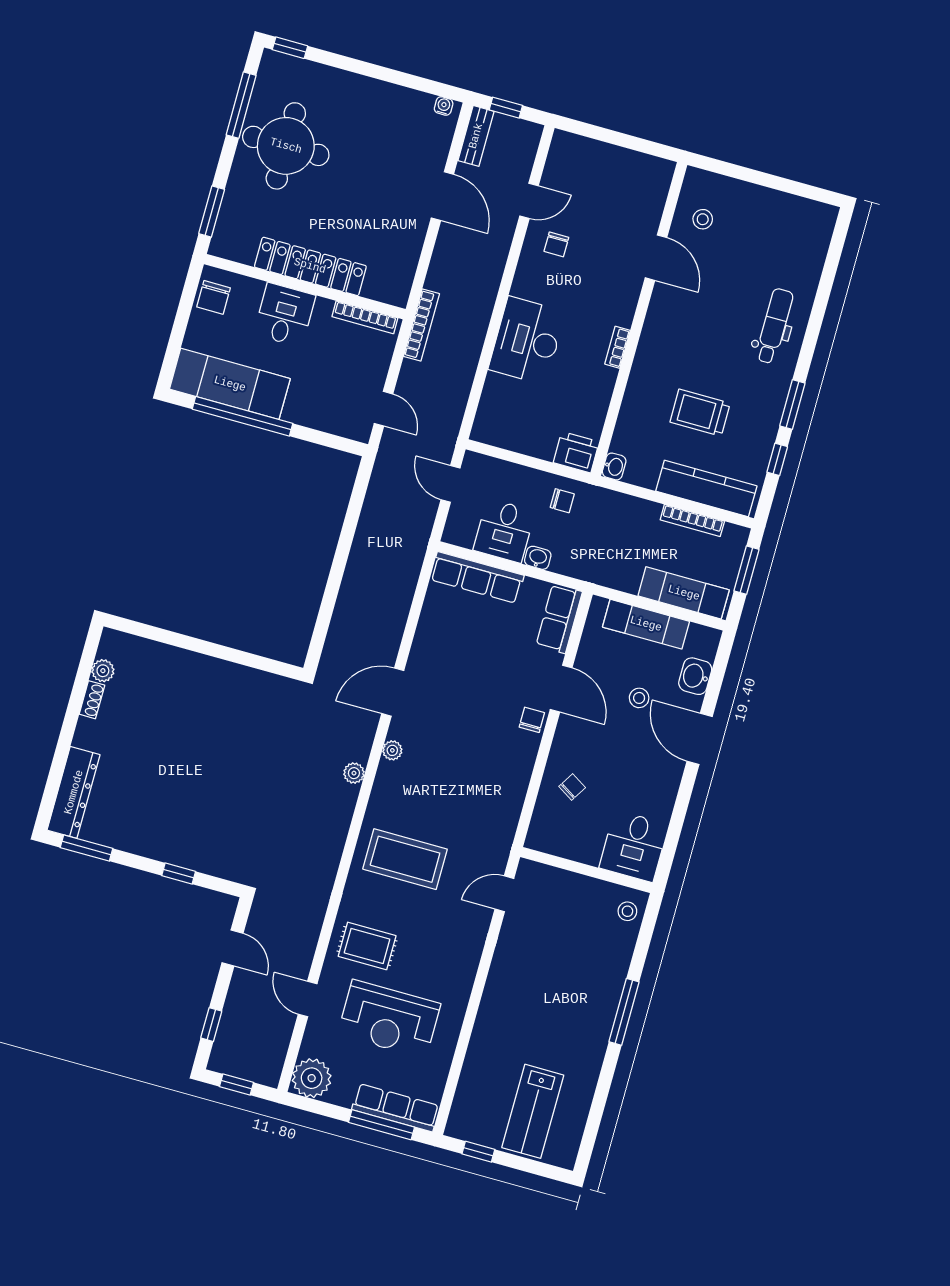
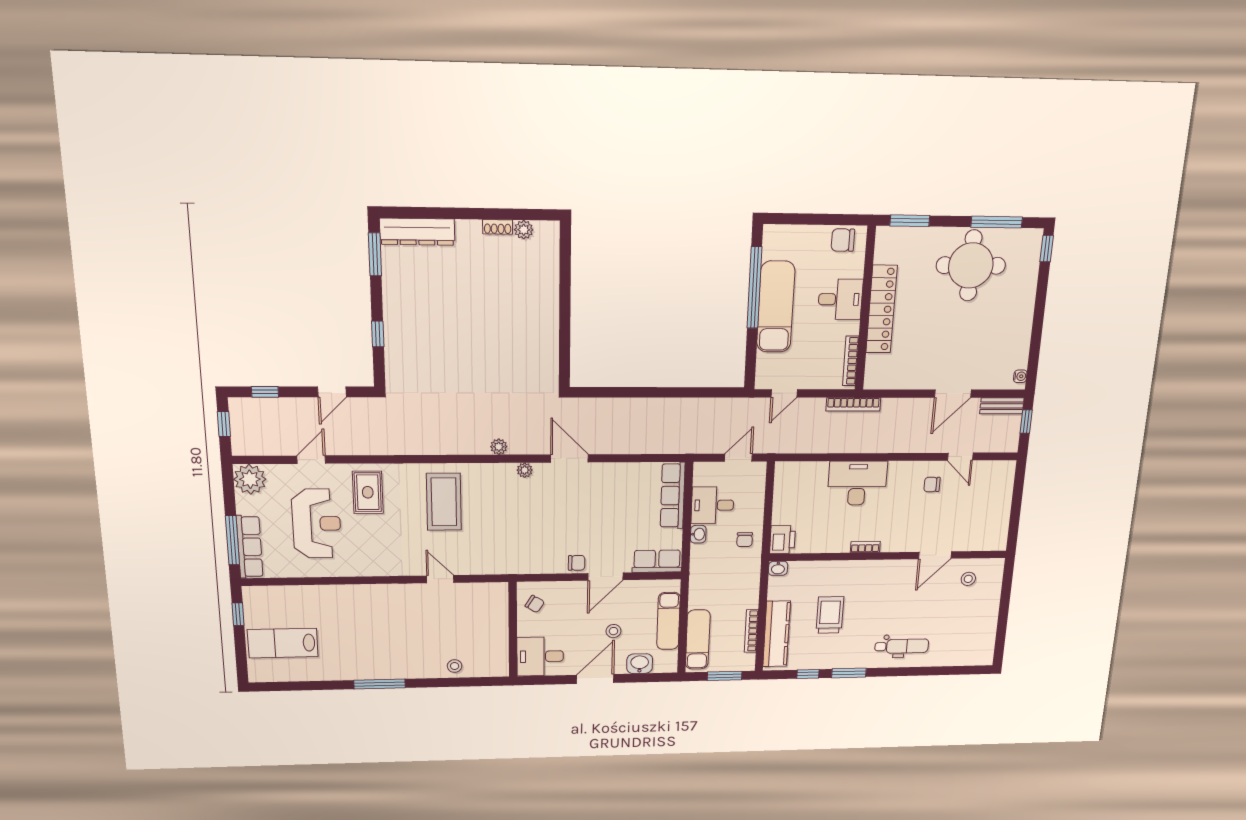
exam couch: (230, 384) -> (776, 307), moved
desk: (634, 846) -> (540, 656), moved
wall: (586, 870) -> (513, 630), moved
reception desk: (389, 1019) -> (317, 524), turned 180

